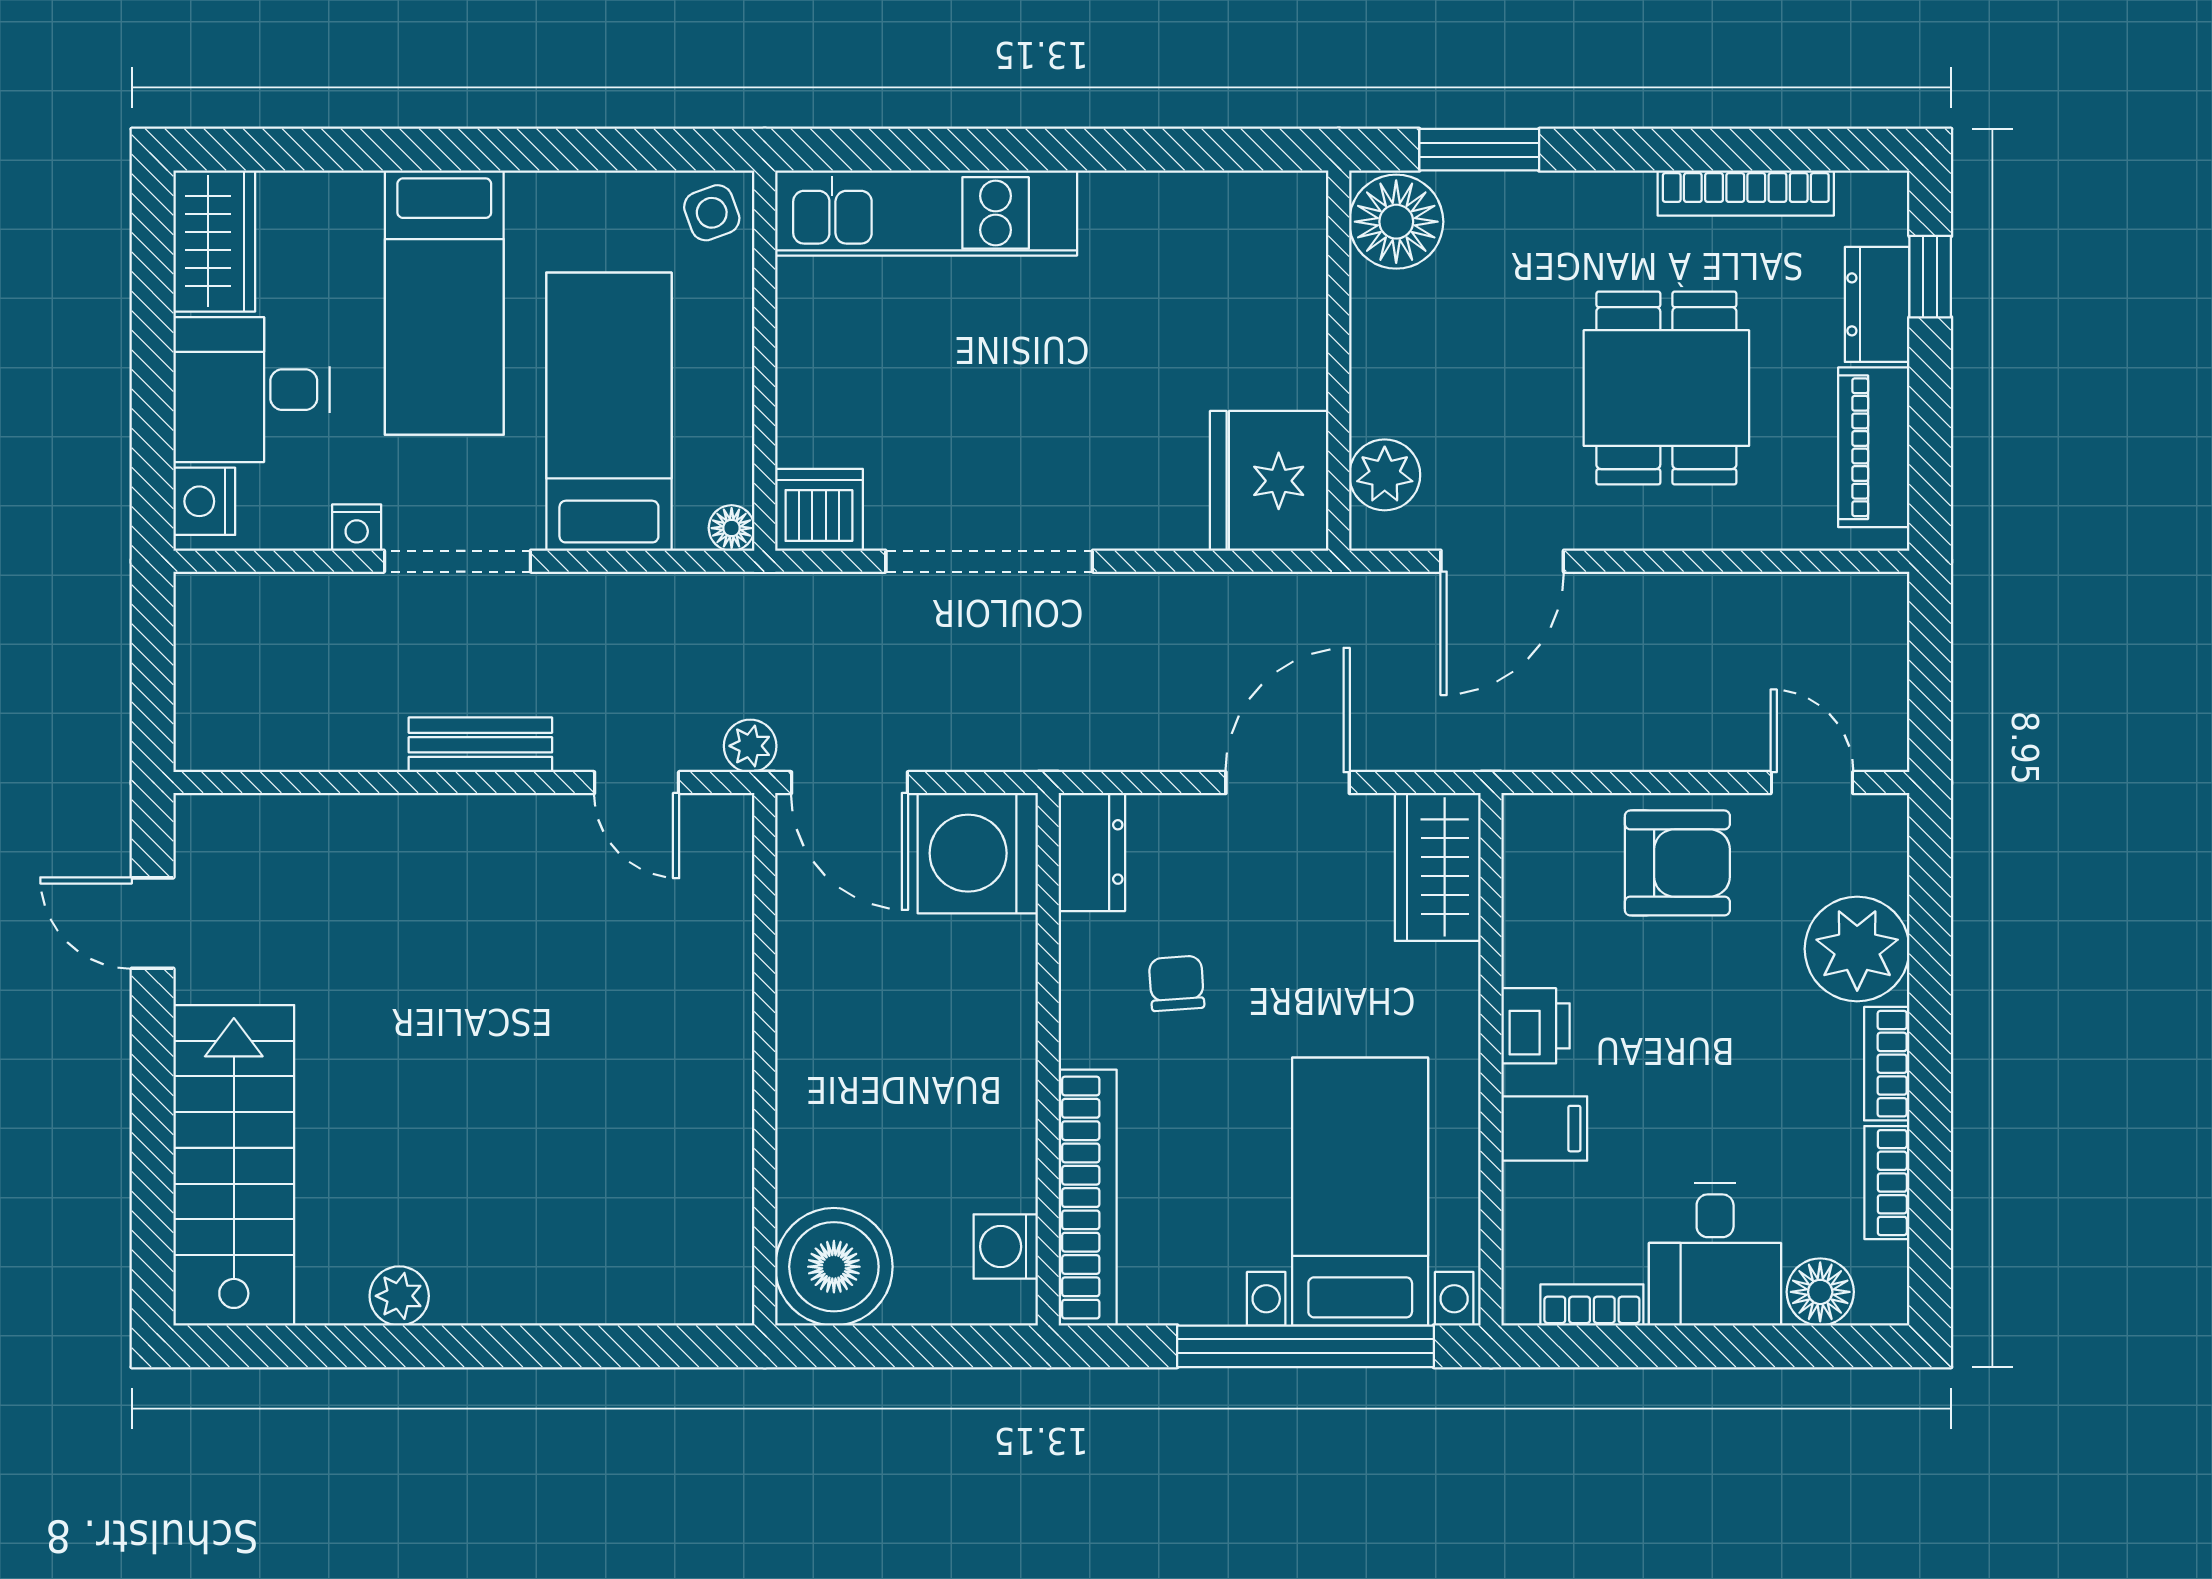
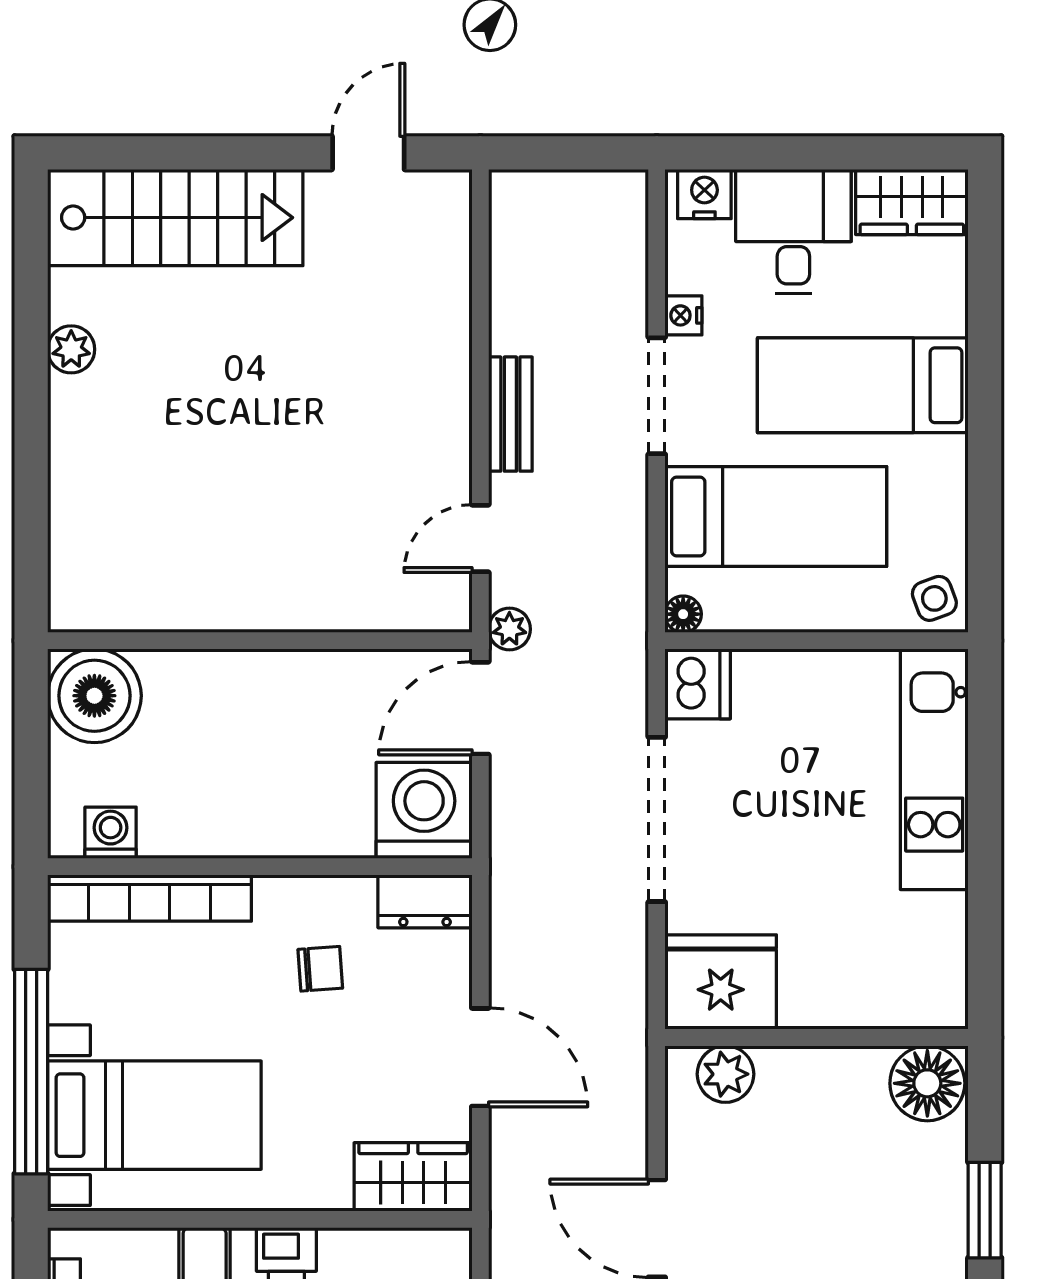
floor lamp: (1396, 222) -> (927, 1083), moved
wall: (1339, 361) -> (817, 1038), moved
plant: (1385, 475) -> (725, 1074), moved
fridge: (1269, 481) -> (721, 982), moved

